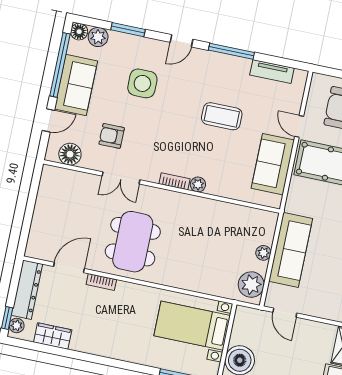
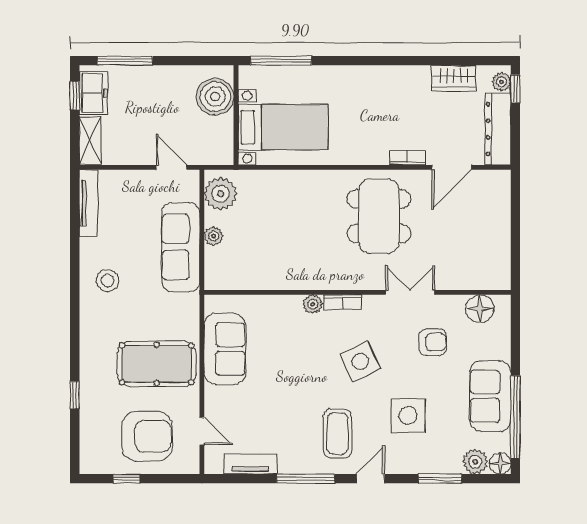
coffee table: (222, 116) -> (338, 434), moved, turned 90
door: (48, 120) -> (515, 345), removed
door: (299, 126) -> (202, 431), moved
side table: (171, 133) -> (360, 362), added

